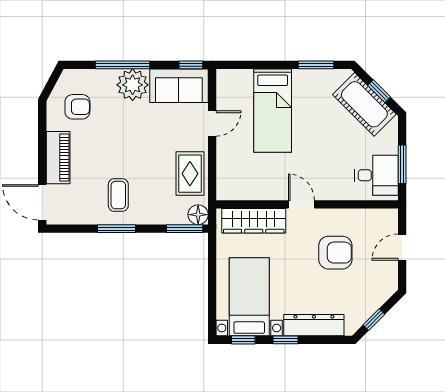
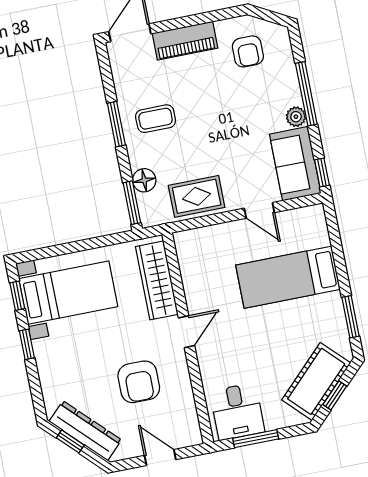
plant: (133, 85) -> (296, 117), width x0.53, depth x0.53
floor lamp: (198, 215) -> (144, 180), moved
dresser: (314, 325) -> (85, 431), moved, turned -45

